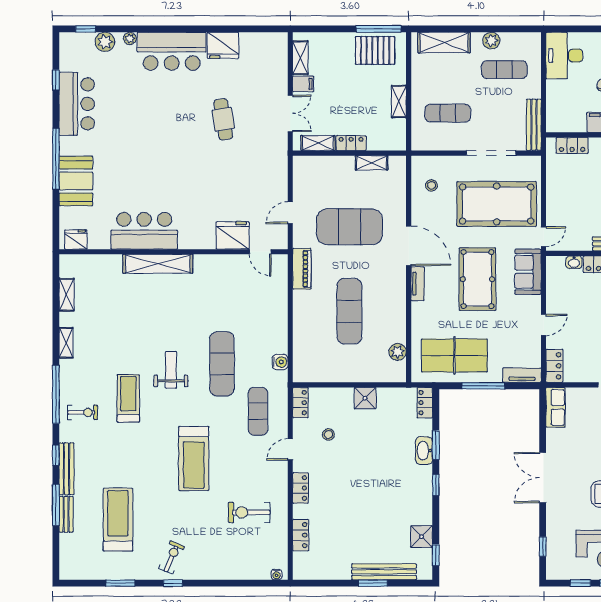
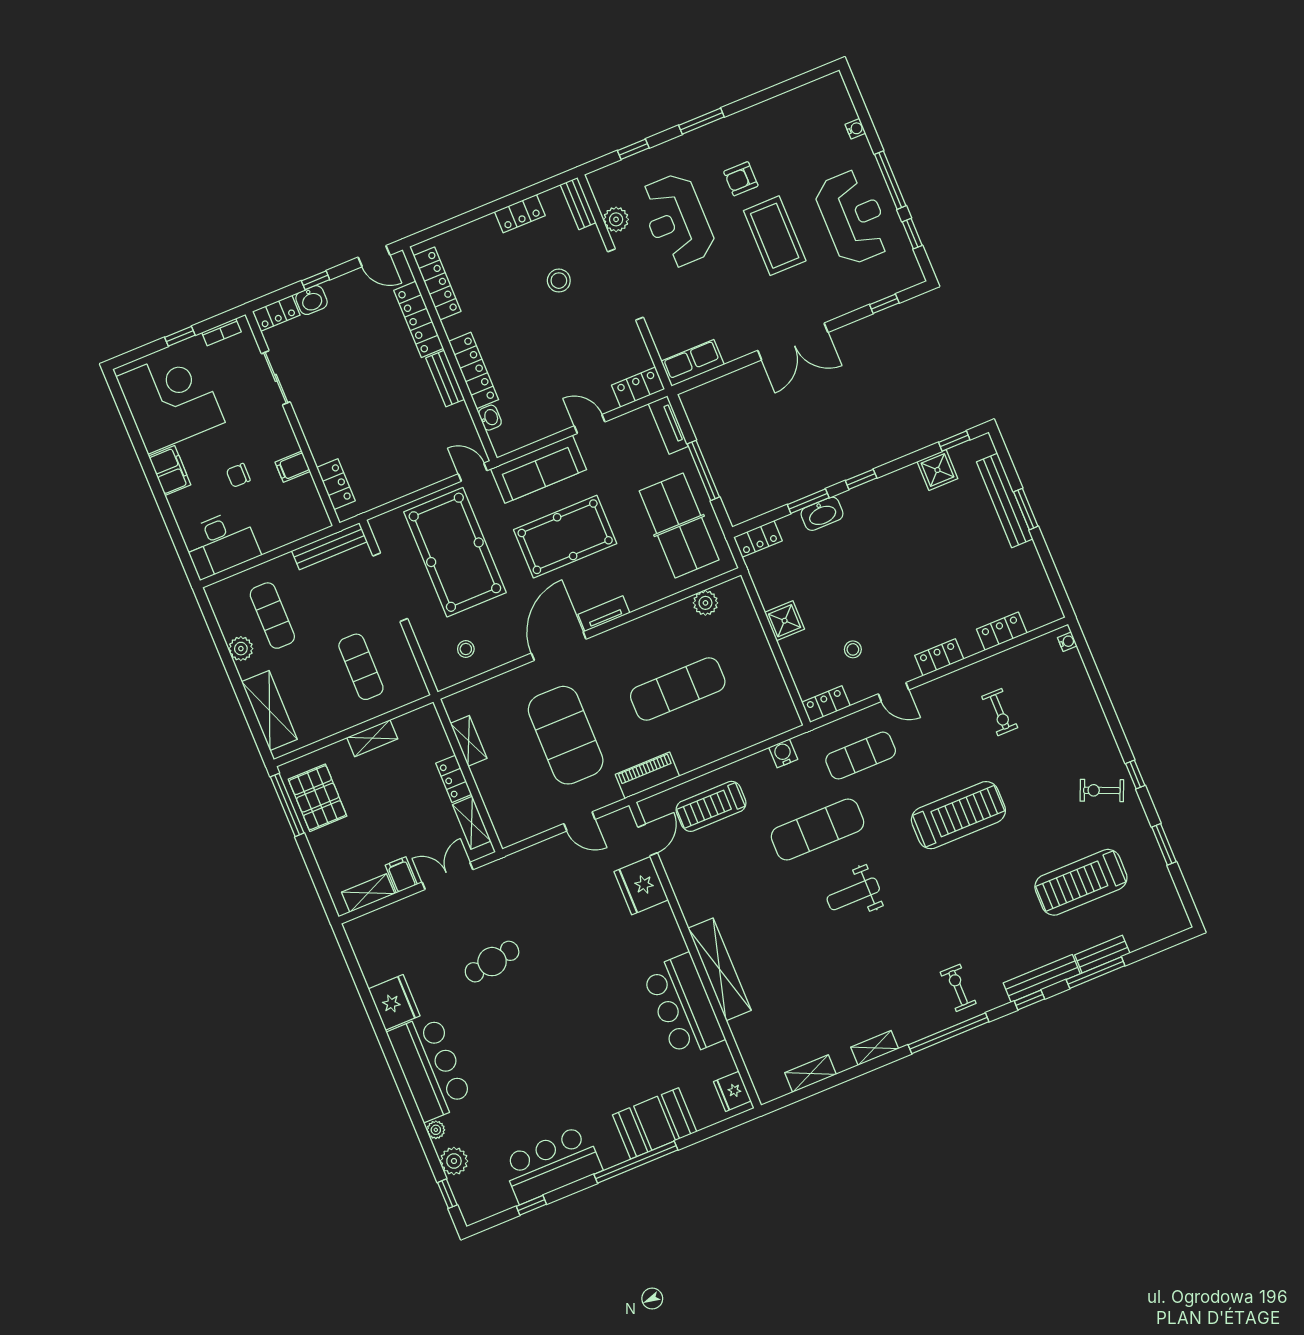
sofa: (528, 272) -> (539, 469), width x1.36
treadmill: (128, 398) -> (711, 806), moved
exercise bike: (249, 512) -> (1000, 712), width x0.73, depth x0.72

